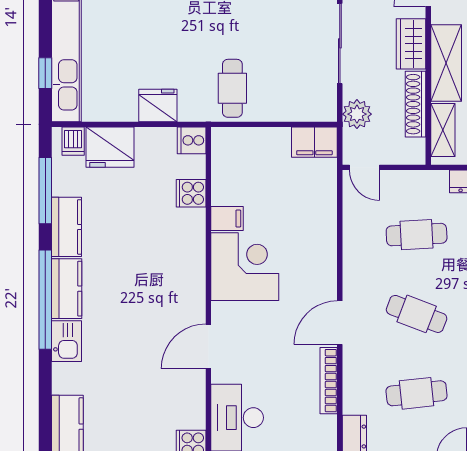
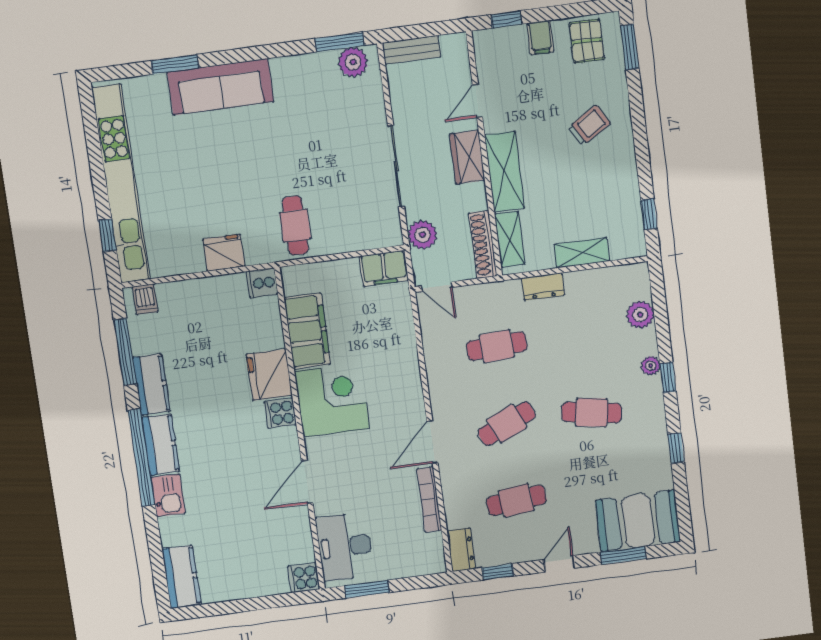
shoe rack: (416, 104) -> (483, 245), moved
fridge: (110, 147) -> (269, 375), moved, turned 90
cooker: (191, 193) -> (280, 413), moved
filing cabinet: (227, 218) -> (307, 331), width x3.00, depth x1.17
cafe table: (417, 314) -> (507, 424), turned -45

